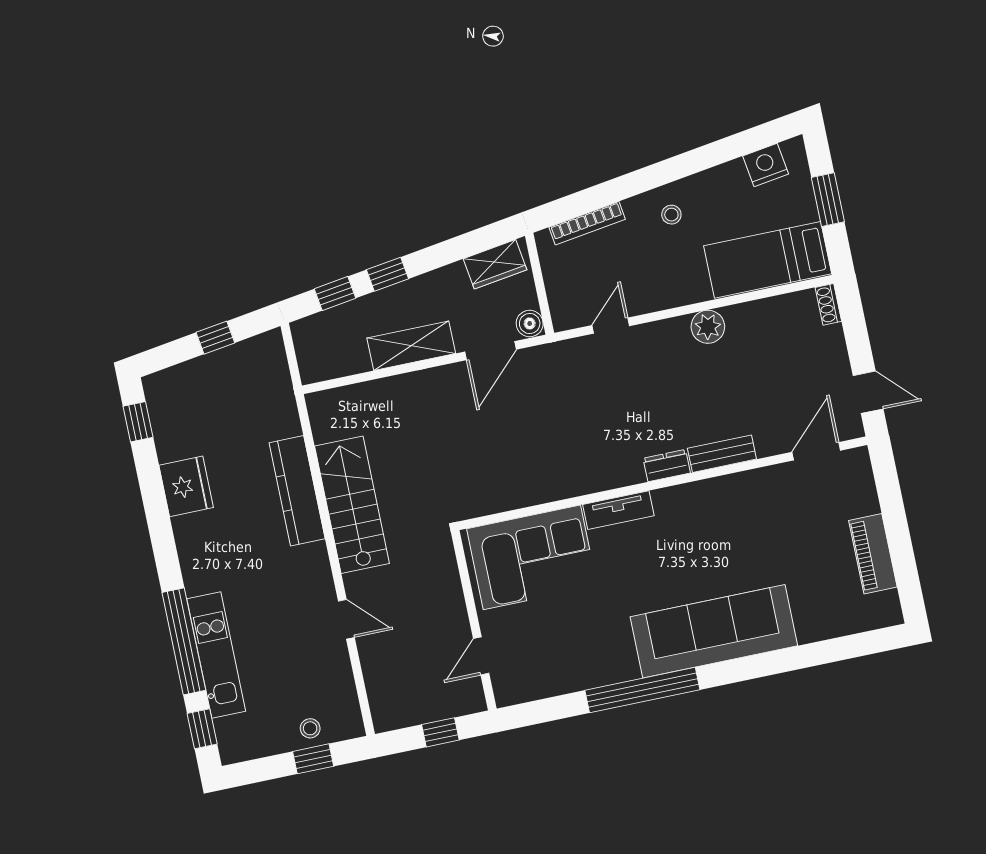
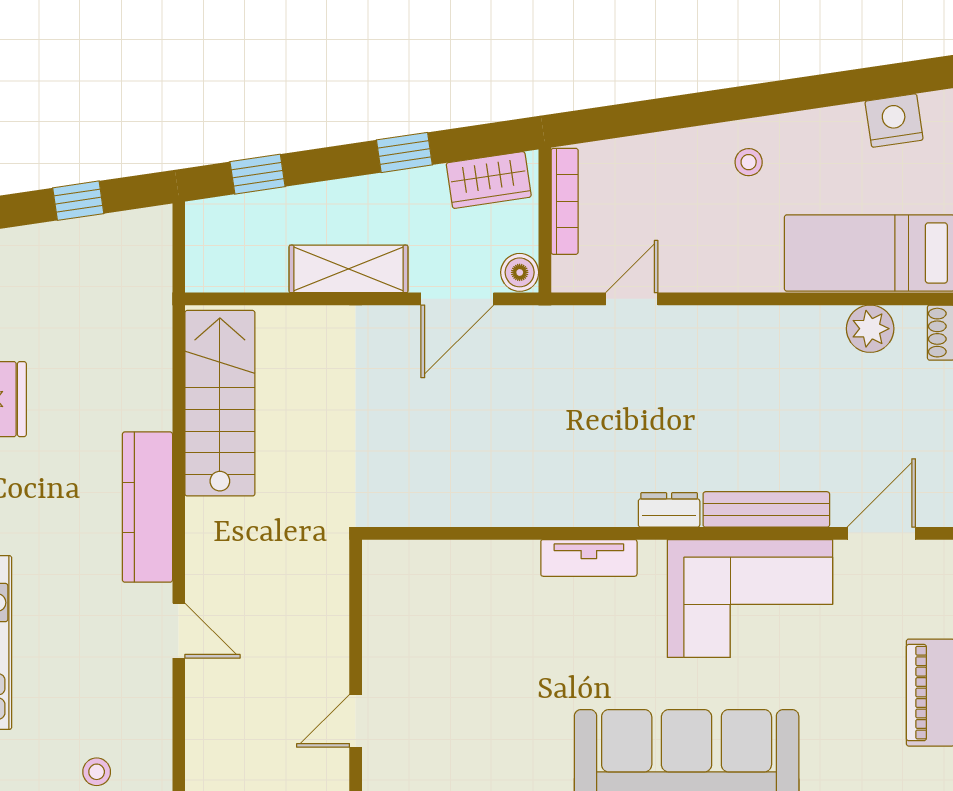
bookcase: (587, 223) -> (565, 201), moved, turned -82
window: (387, 274) -> (404, 152), moved
plant: (708, 327) -> (870, 329), moved
bench: (722, 454) -> (766, 509), width x1.36
kitchen counter: (297, 491) -> (147, 507), moved
stairs: (352, 505) -> (220, 403), moved
corner sofa: (532, 557) -> (750, 598), moved

